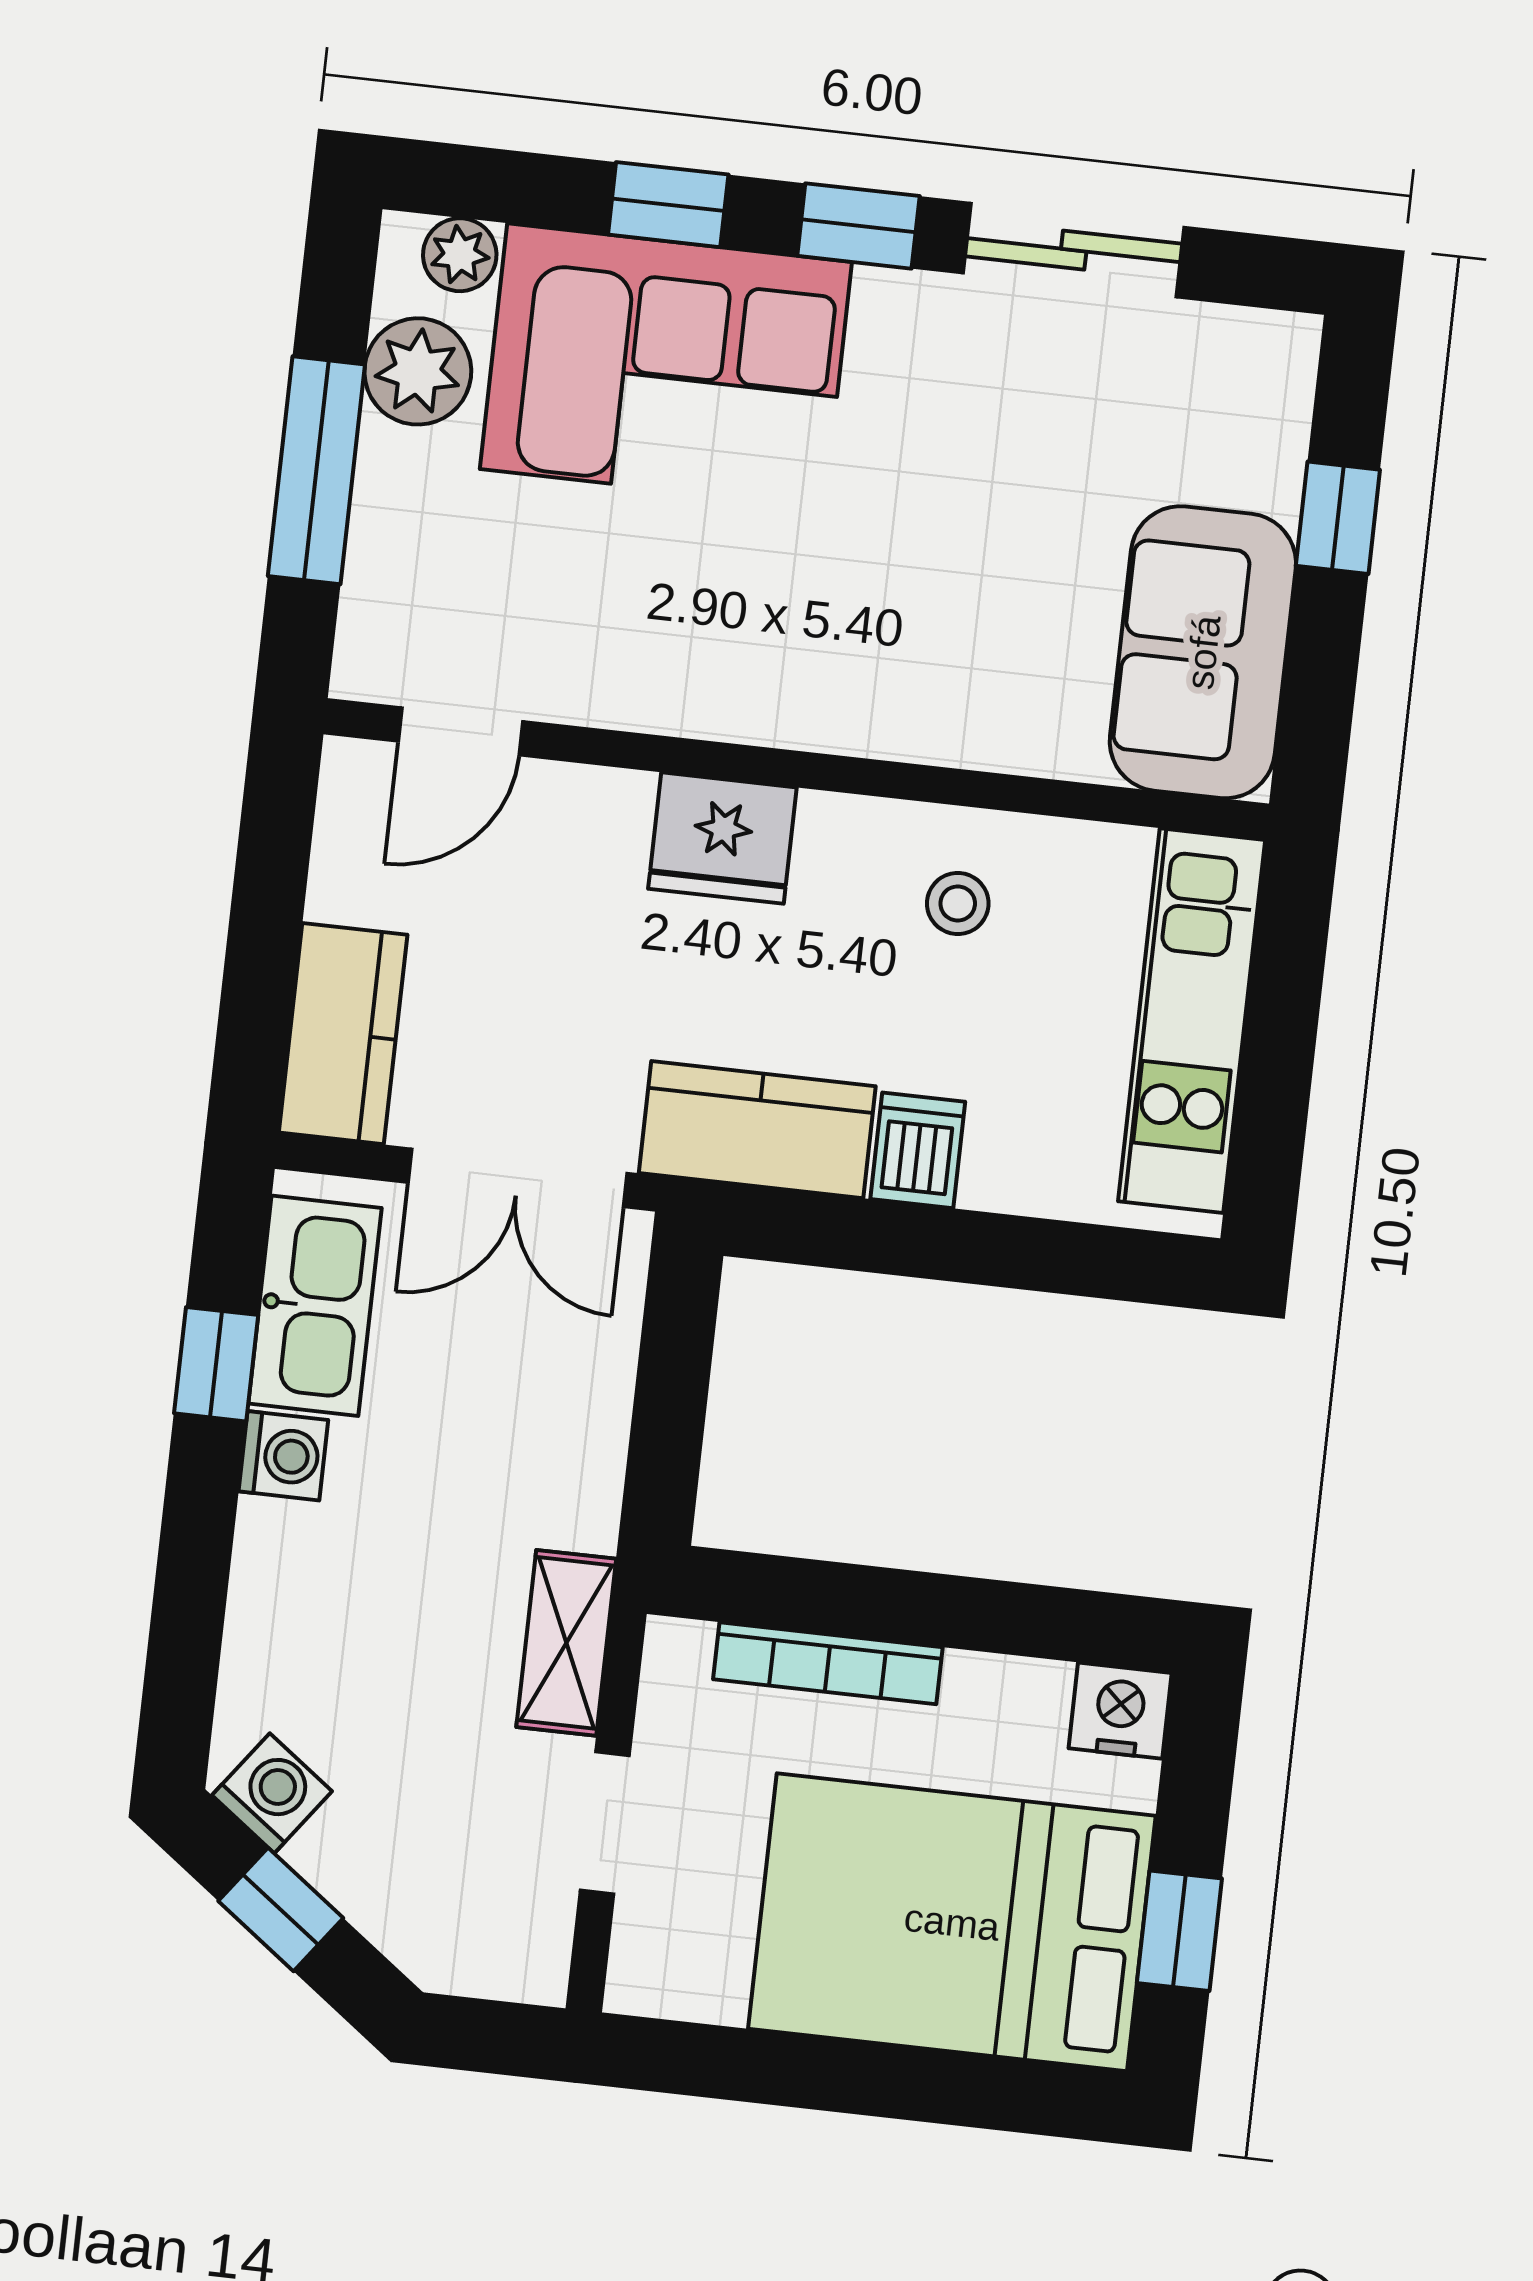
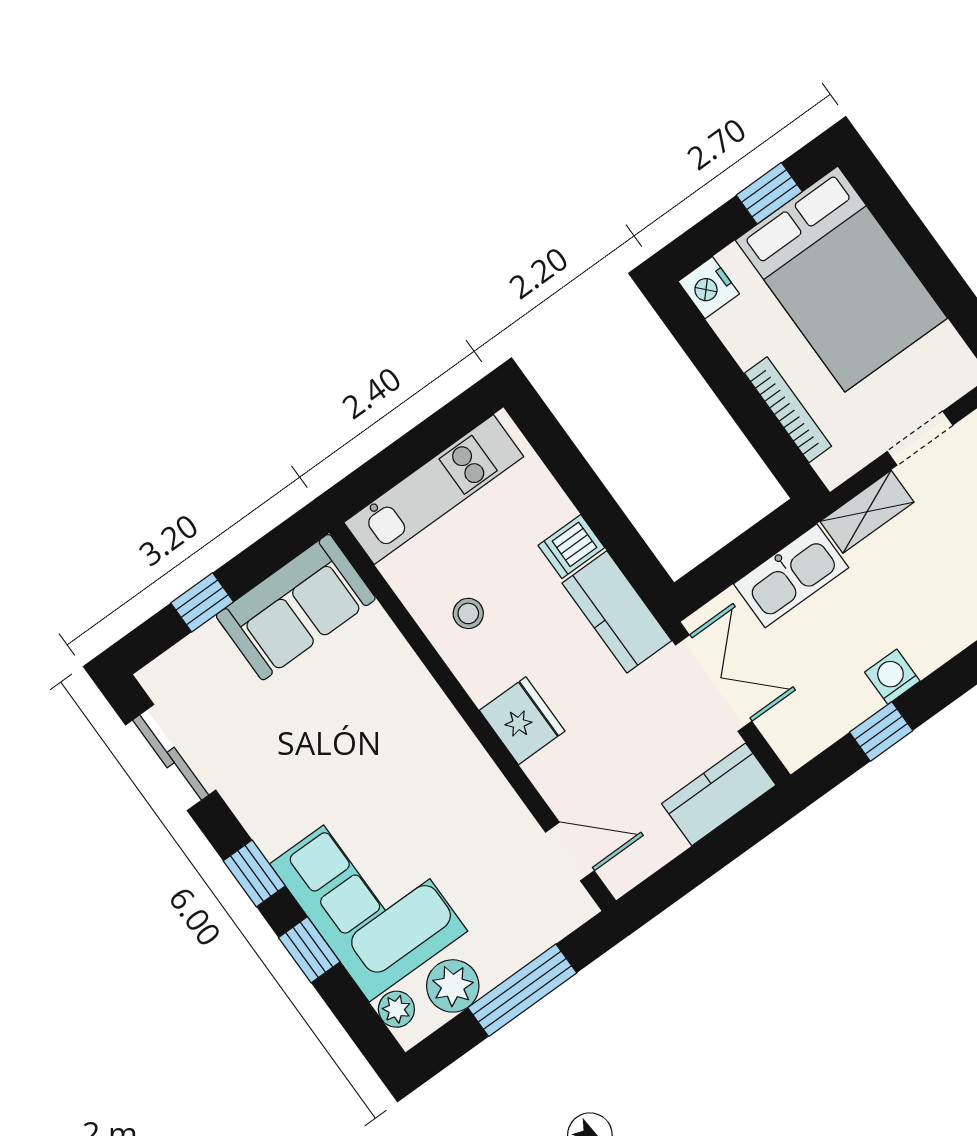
sliding door: (1074, 250) -> (171, 758), moved
kitchen sink: (315, 1306) -> (791, 576), moved, turned 180

